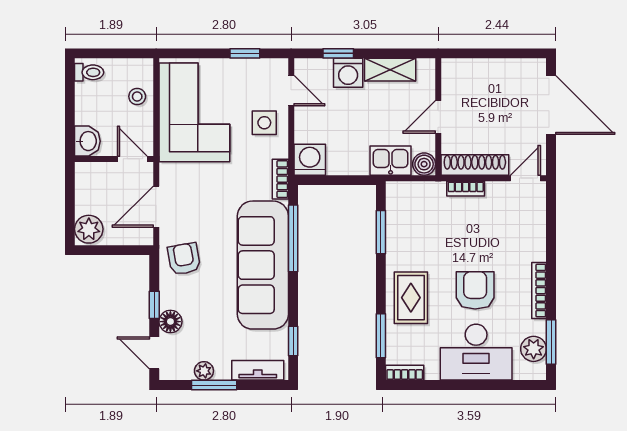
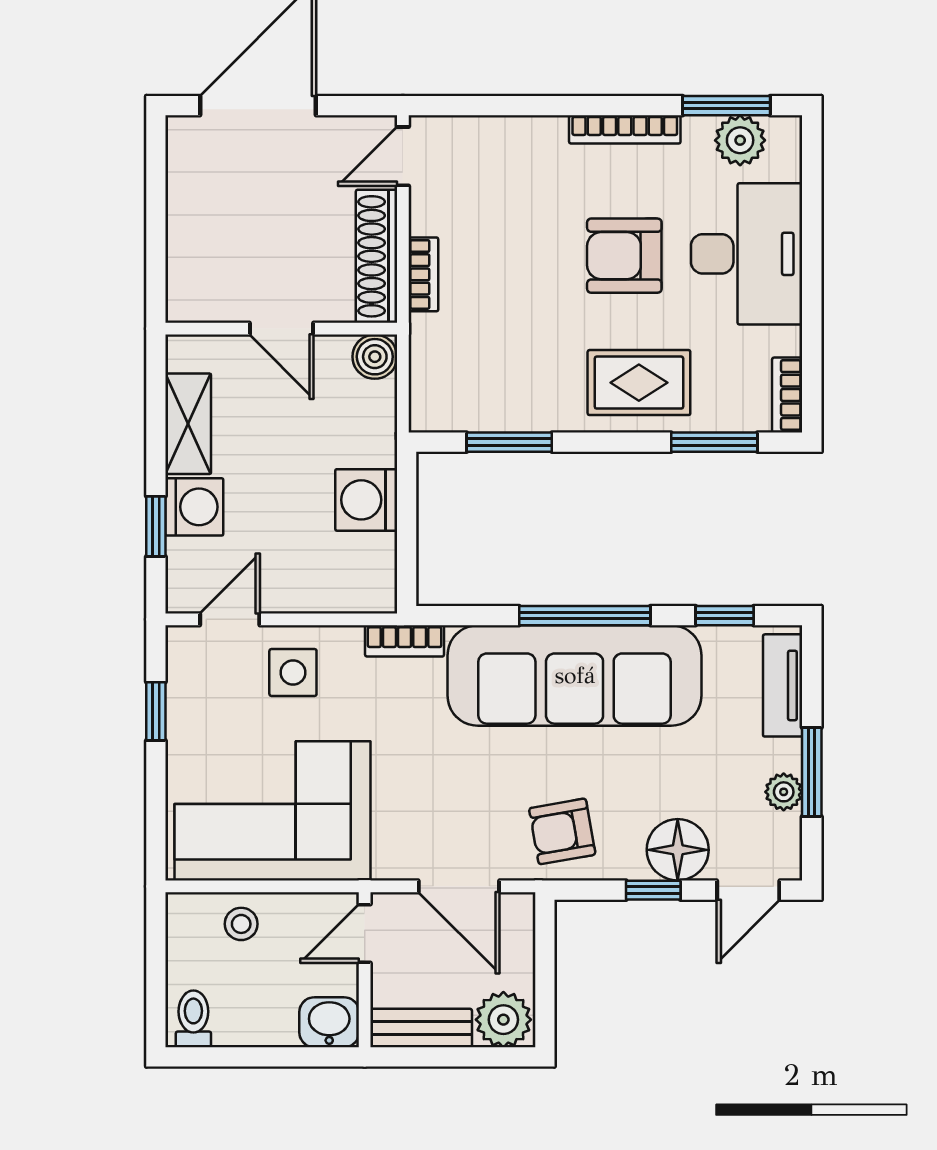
washing machine: (310, 160) -> (366, 500), moved
kitchen sink: (391, 161) -> (368, 423), removed
door: (525, 178) -> (403, 156), hinge flipped
bench: (85, 188) -> (421, 1028), added
window: (293, 238) -> (585, 616), moved
floor lamp: (170, 322) -> (678, 850), width x1.38, depth x1.38

